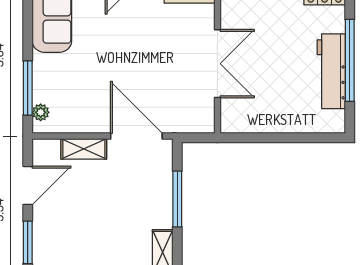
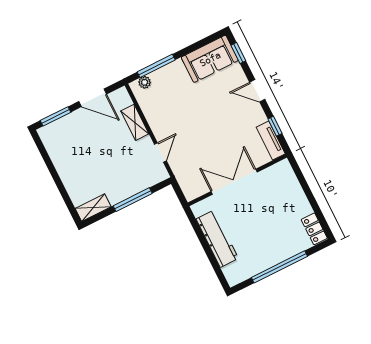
double door: (217, 64) -> (234, 182), swing flipped
workbench: (331, 71) -> (217, 239), moved, turned 90
door: (136, 136) -> (160, 152), width x0.53

